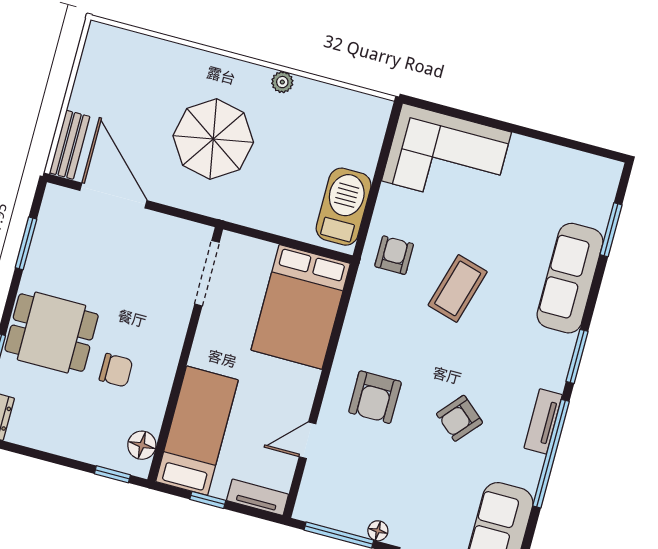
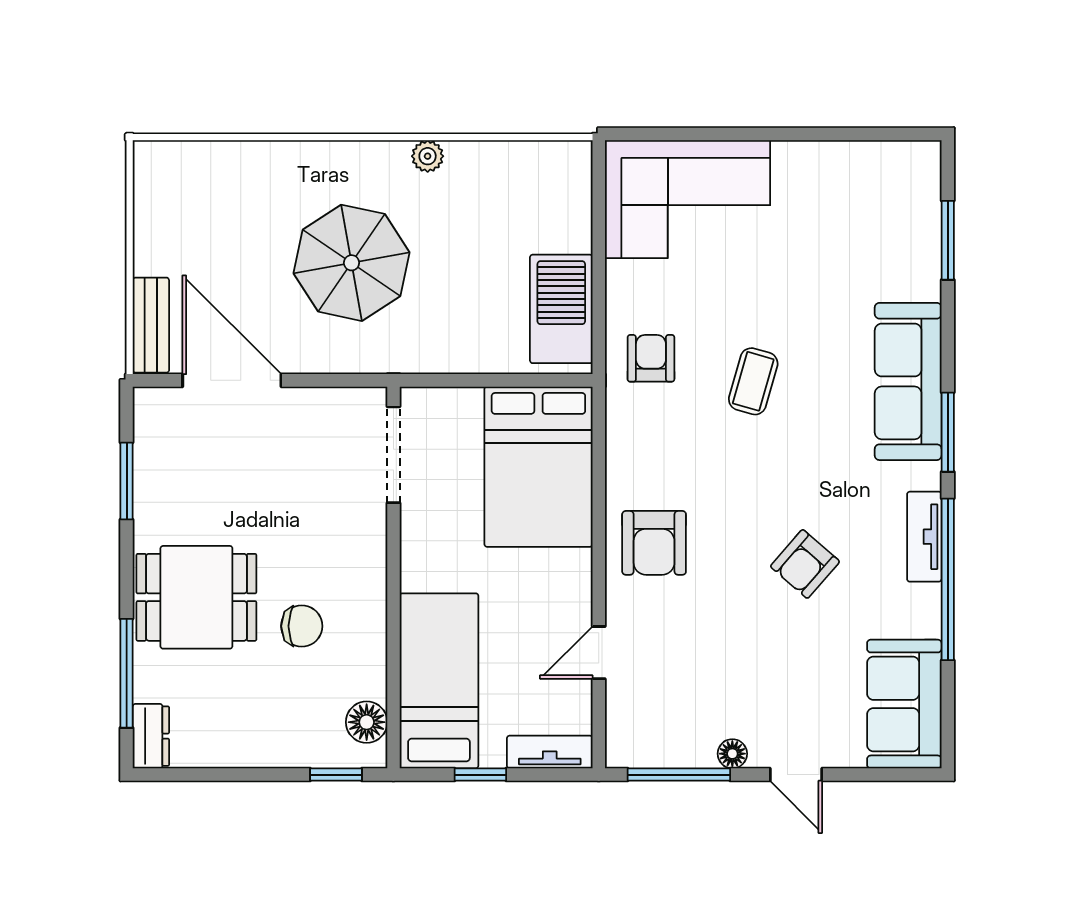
sofa: (570, 278) -> (908, 381), moved
coffee table: (458, 288) -> (753, 381), width x0.73, depth x0.77
armchair: (375, 397) -> (654, 543), moved

